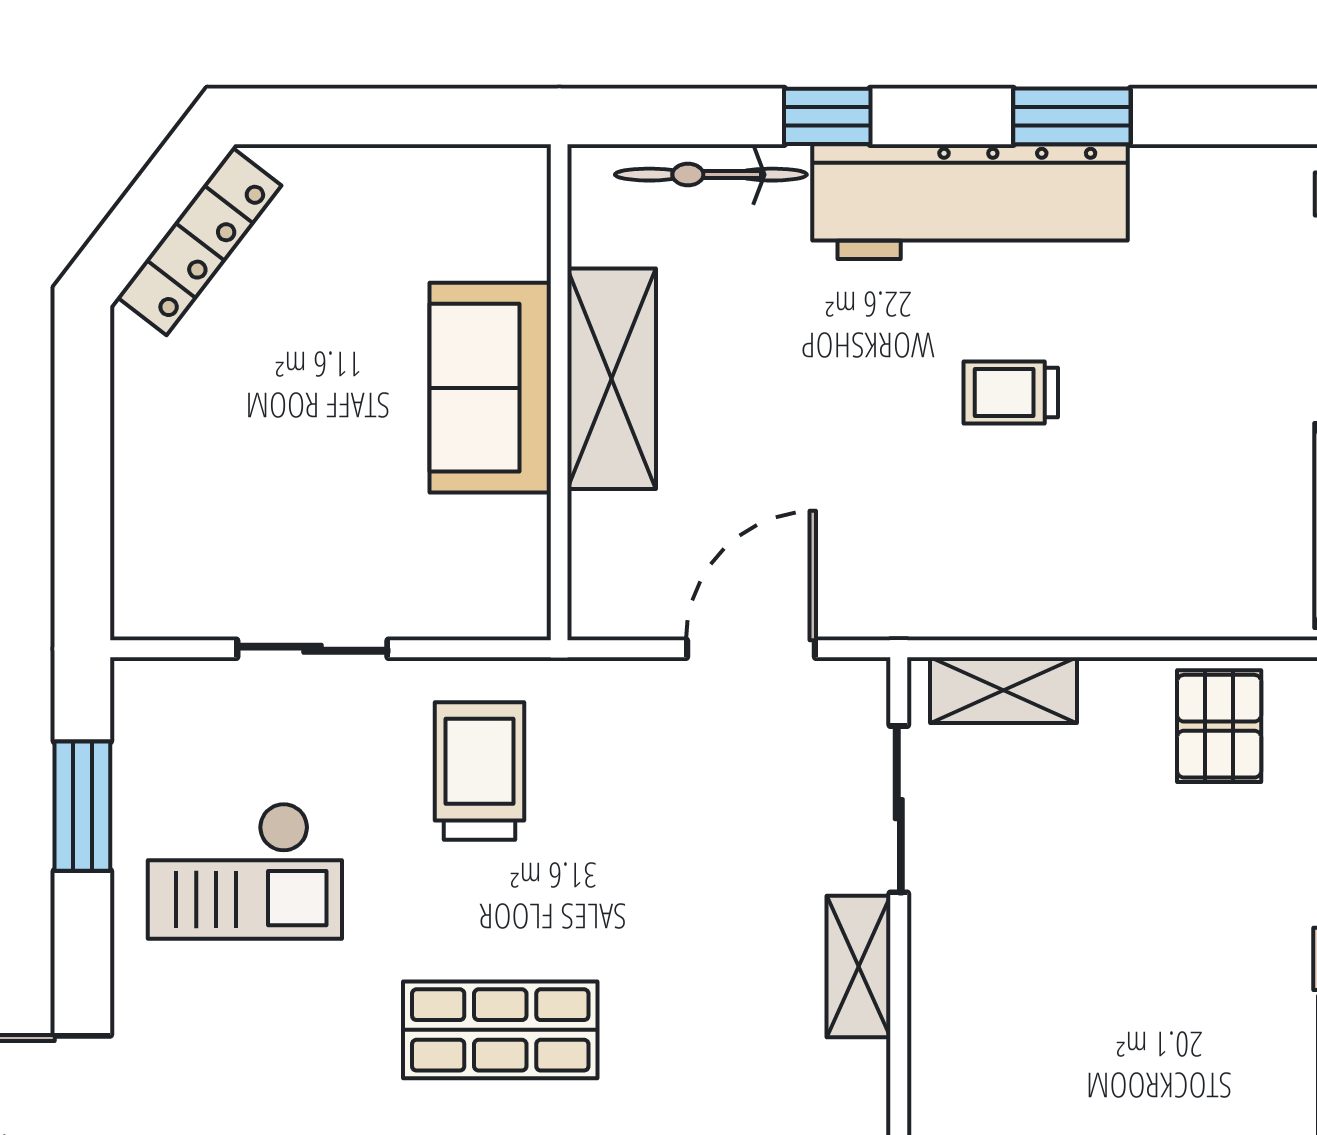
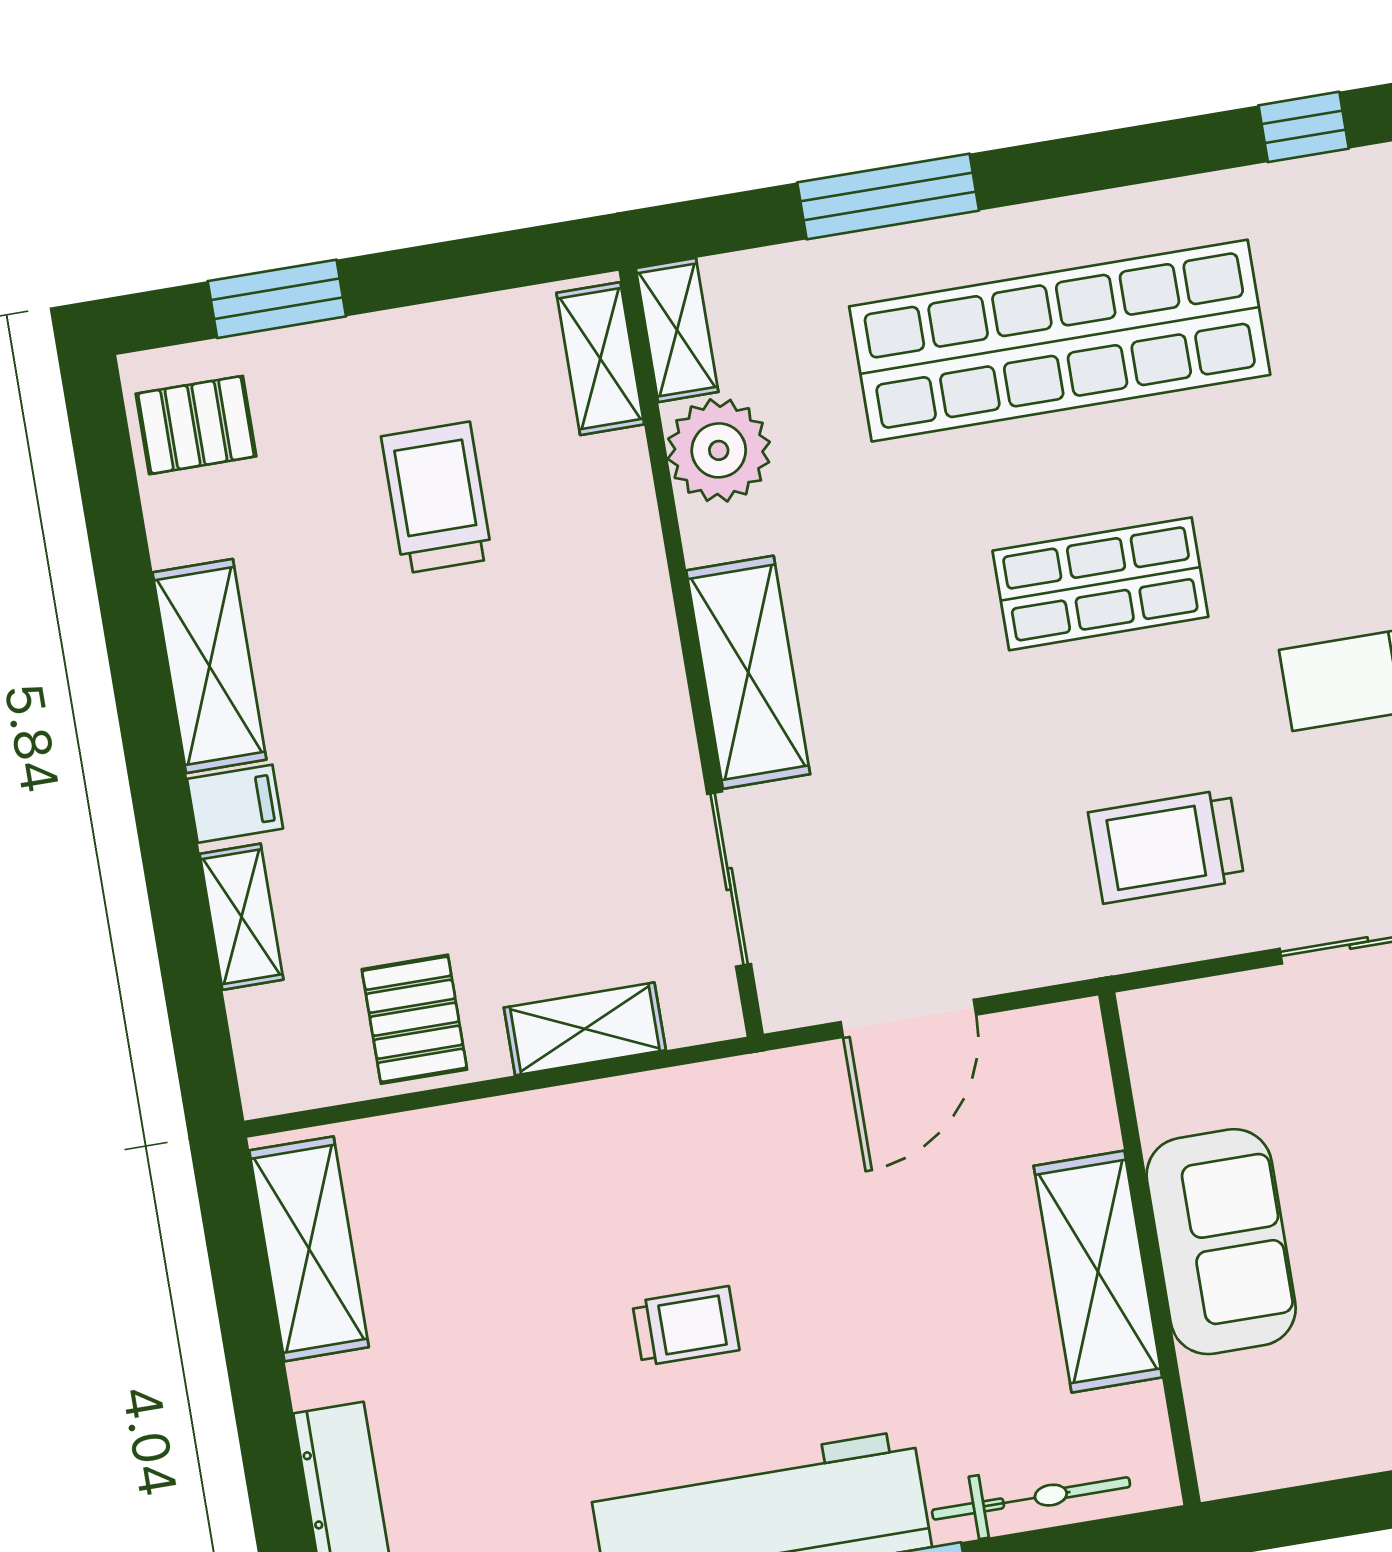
shelving: (1003, 690) -> (585, 1029), moved
trolley: (480, 771) -> (1166, 846), turned 90
shelving: (859, 967) -> (748, 672), width x1.50, depth x1.33

